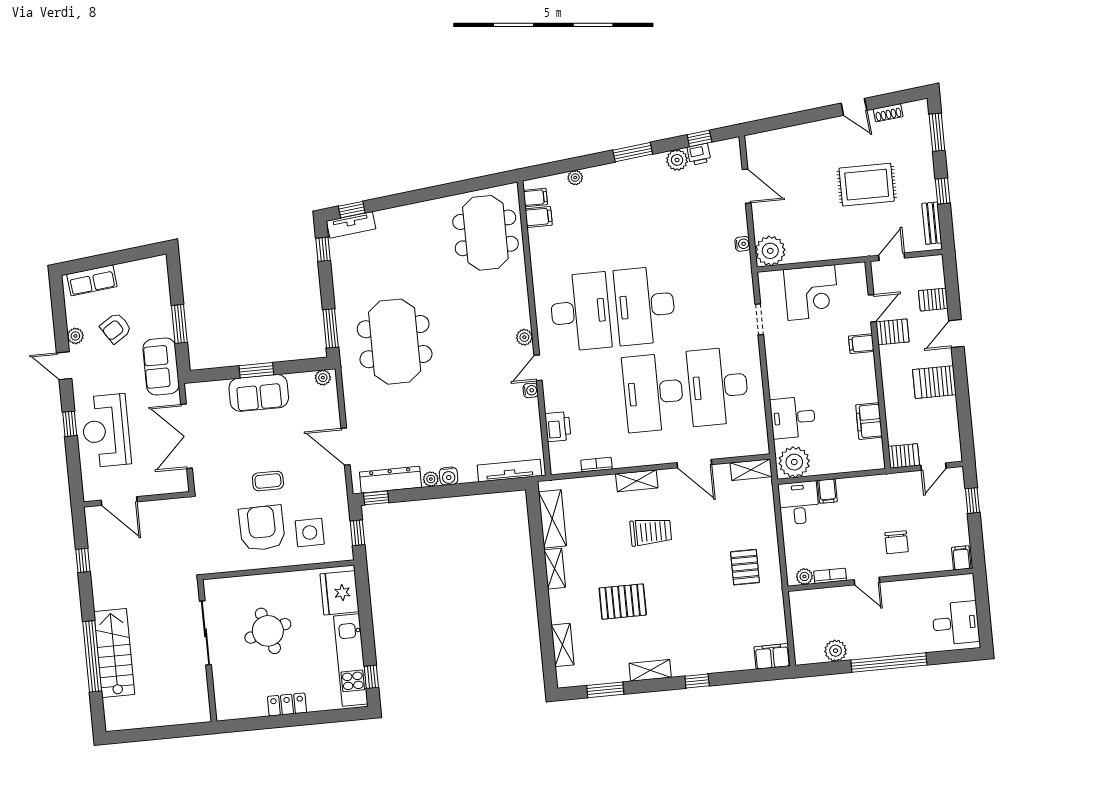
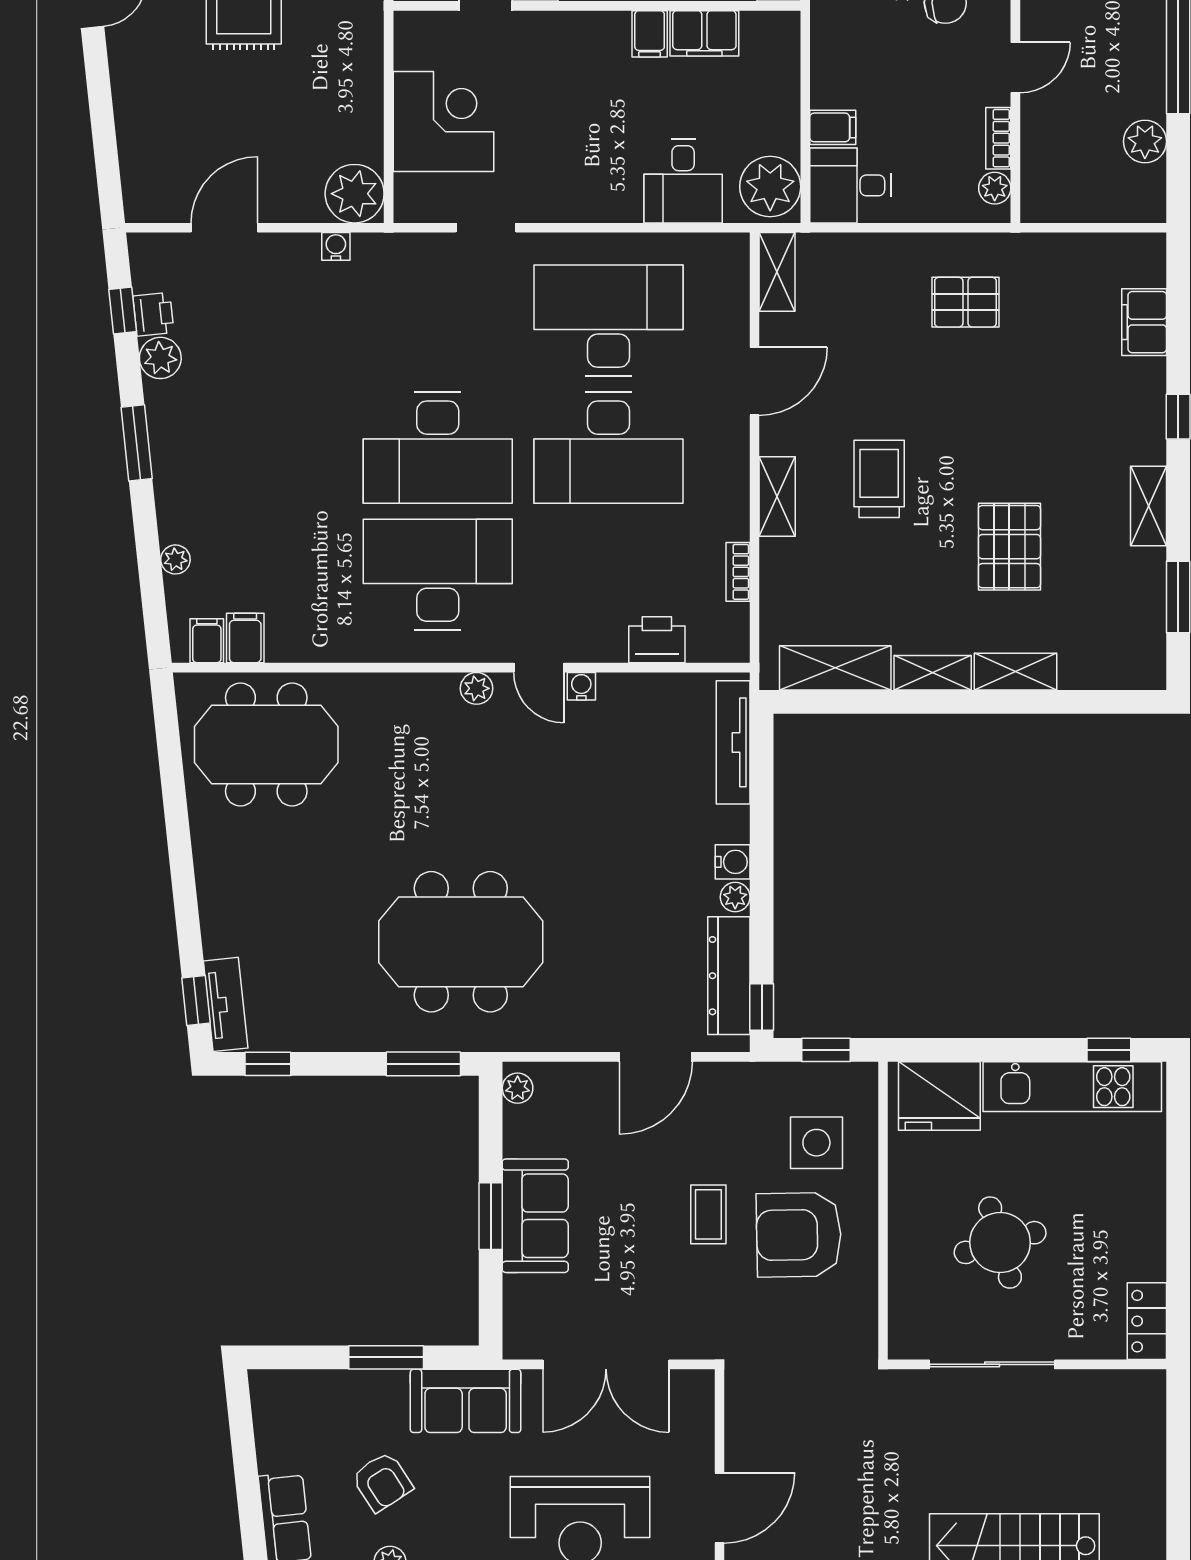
filing cabinet: (861, 344) -> (650, 34), moved
desk: (718, 386) -> (609, 321), turned 180
shelving: (563, 645) -> (1015, 672), moved
filing cabinet: (772, 656) -> (1144, 322), moved
locker: (287, 704) -> (1147, 1321), moved

